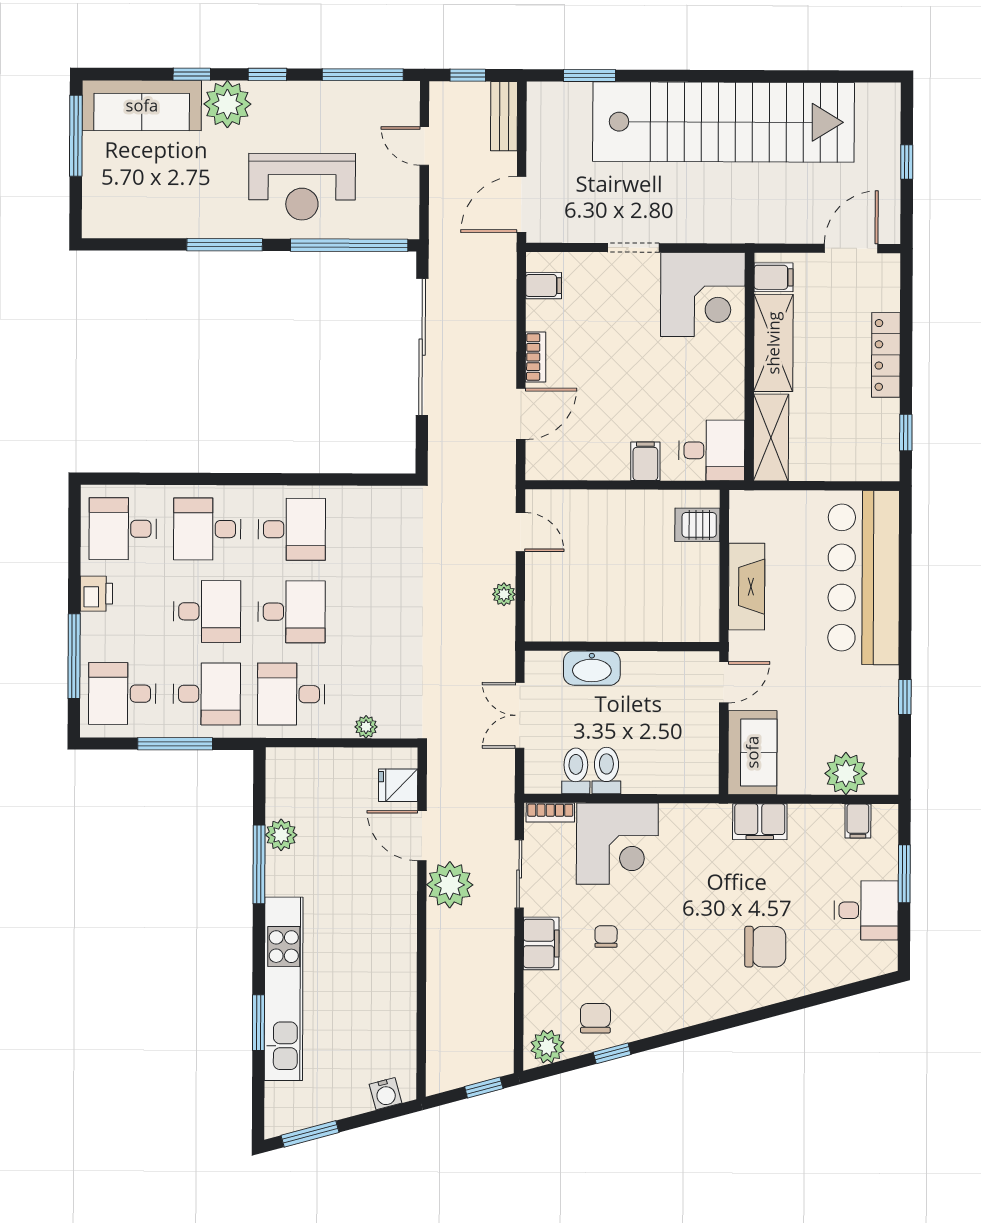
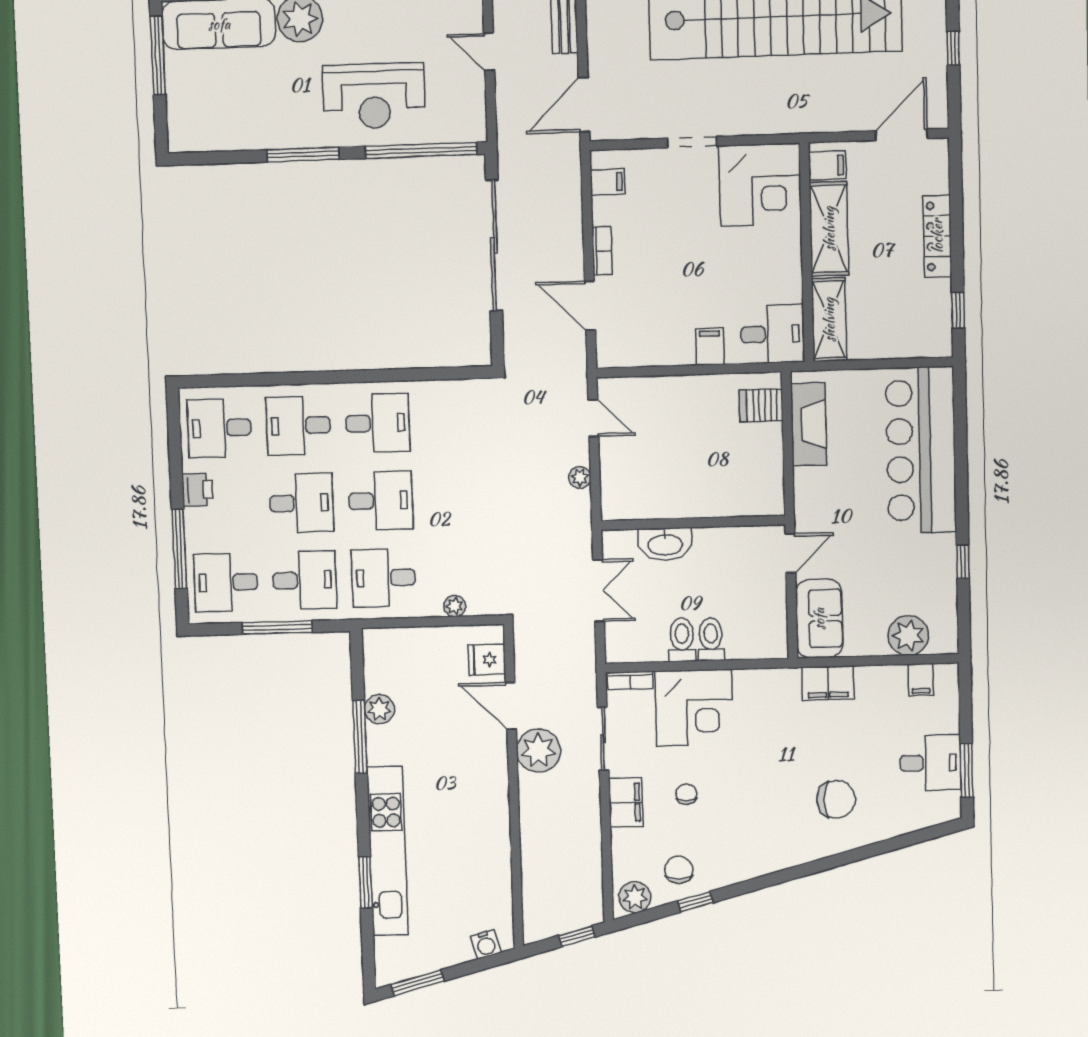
door: (521, 414) -> (590, 306), swing flipped
fireplace: (747, 587) -> (809, 424), moved
double door: (520, 715) -> (599, 591), swing flipped
toilet: (576, 771) -> (711, 639), moved
window: (904, 874) -> (967, 770), moved

